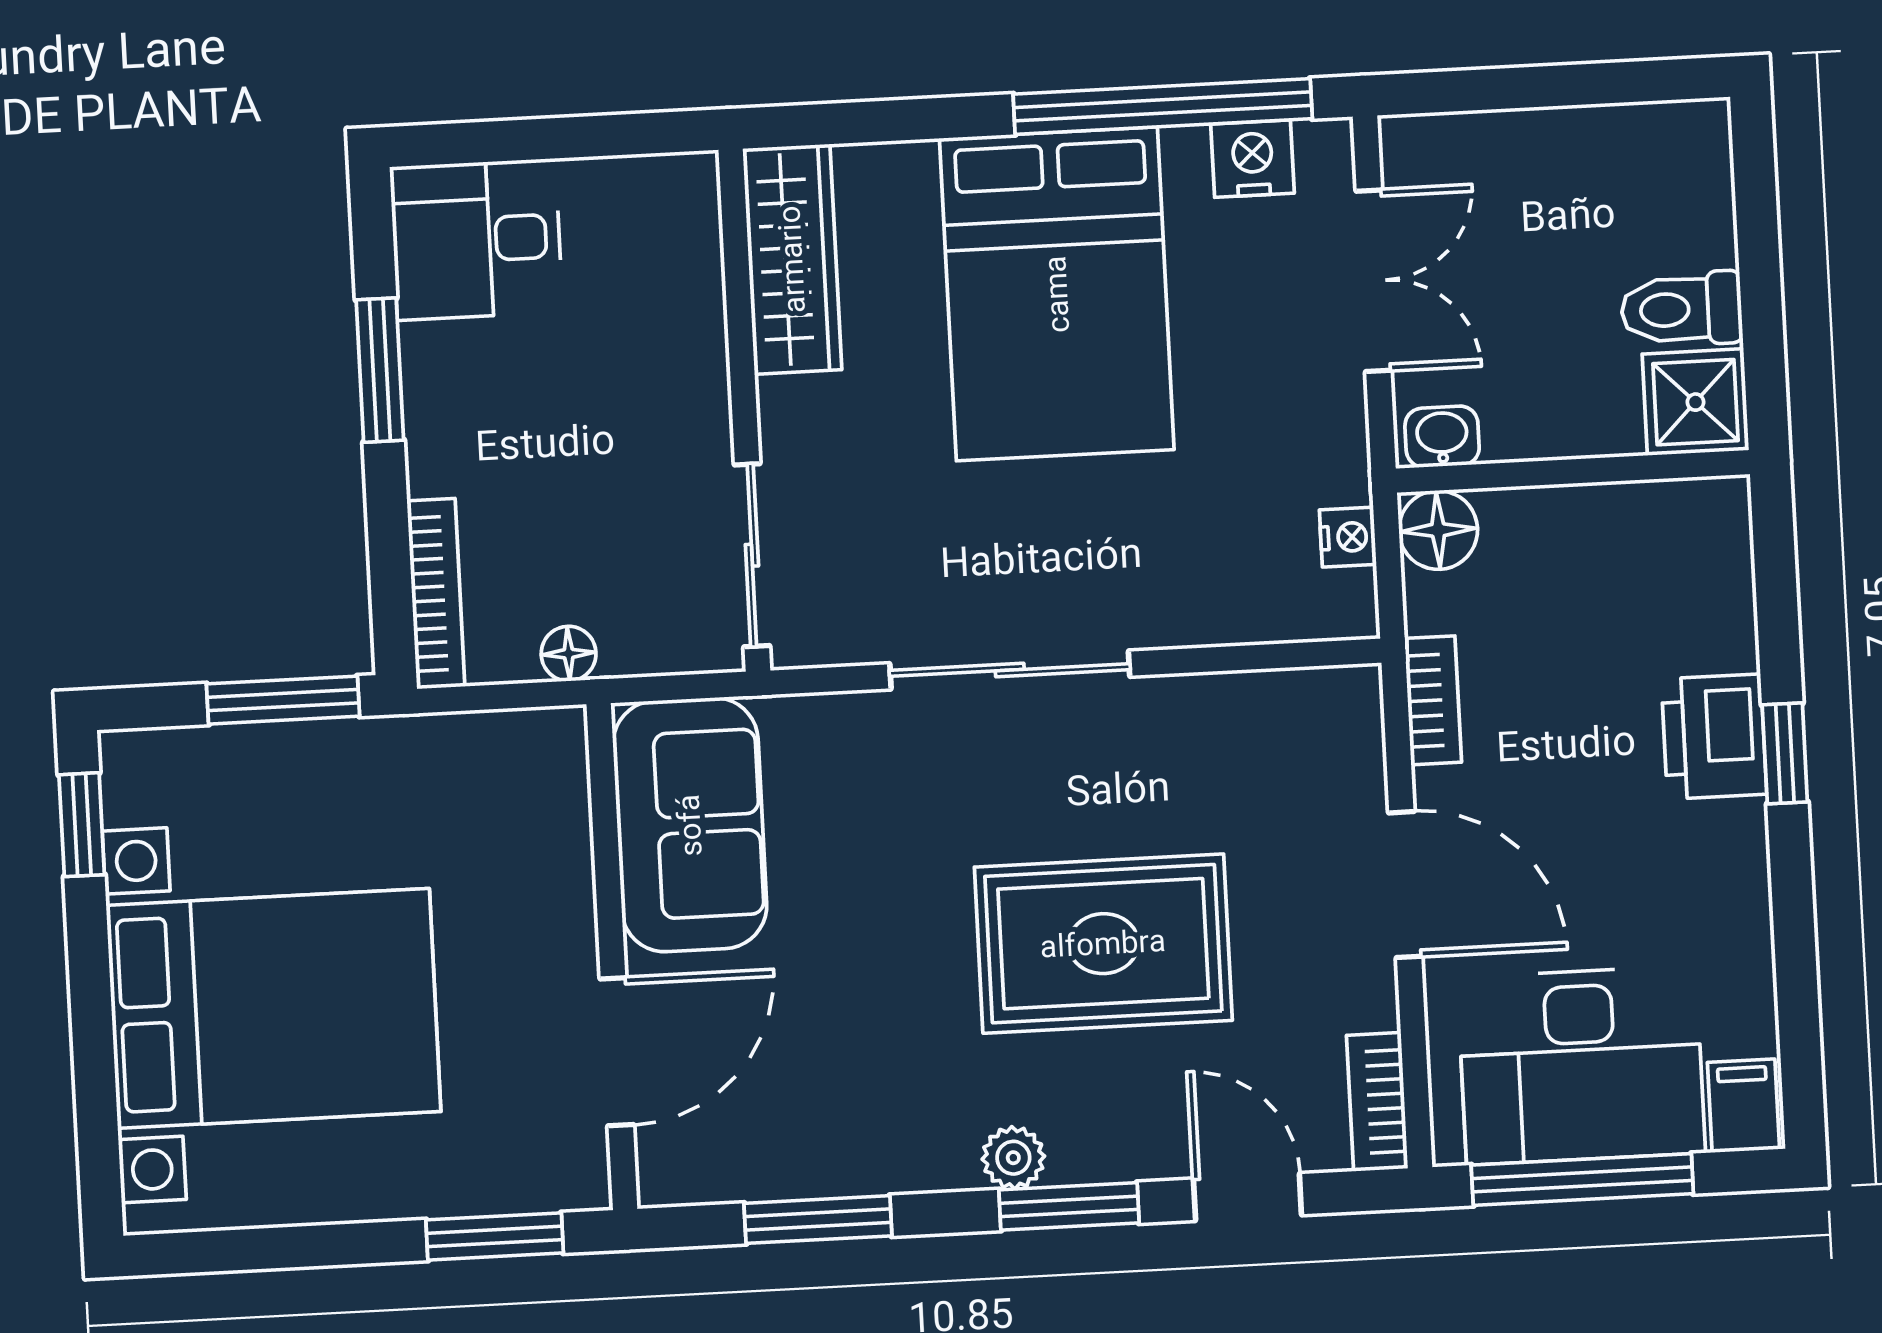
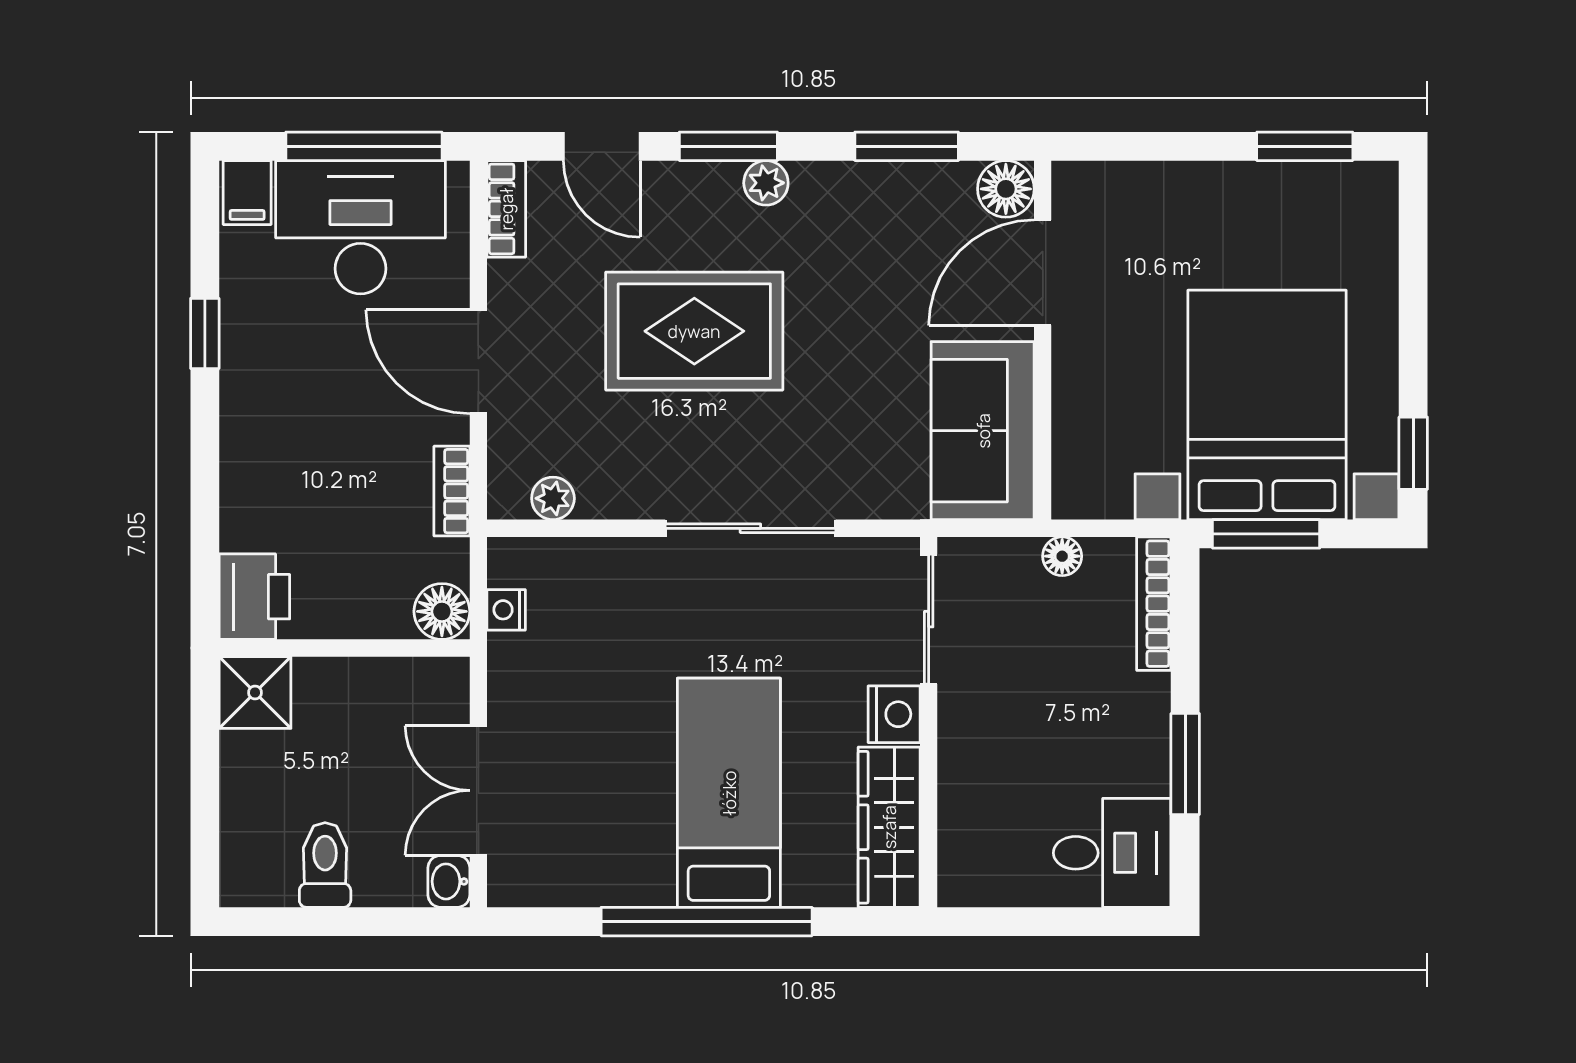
window: (1163, 106) -> (707, 922), moved
nightstand: (1253, 159) -> (894, 714), moved, turned -90
bed: (1057, 294) -> (729, 793), width x0.67
toilet: (1682, 309) -> (325, 865), moved, turned -90
washbasin: (1442, 437) -> (449, 881), moved, turned 90
plant: (1290, 698) -> (553, 498), added
printer: (1714, 737) -> (254, 597), moved
window: (1785, 753) -> (205, 333), moved
bed with nightstands: (273, 1008) -> (1267, 405), moved, turned 90
floor lamp: (675, 1167) -> (1006, 189), added
window: (495, 1236) -> (1305, 146), moved

